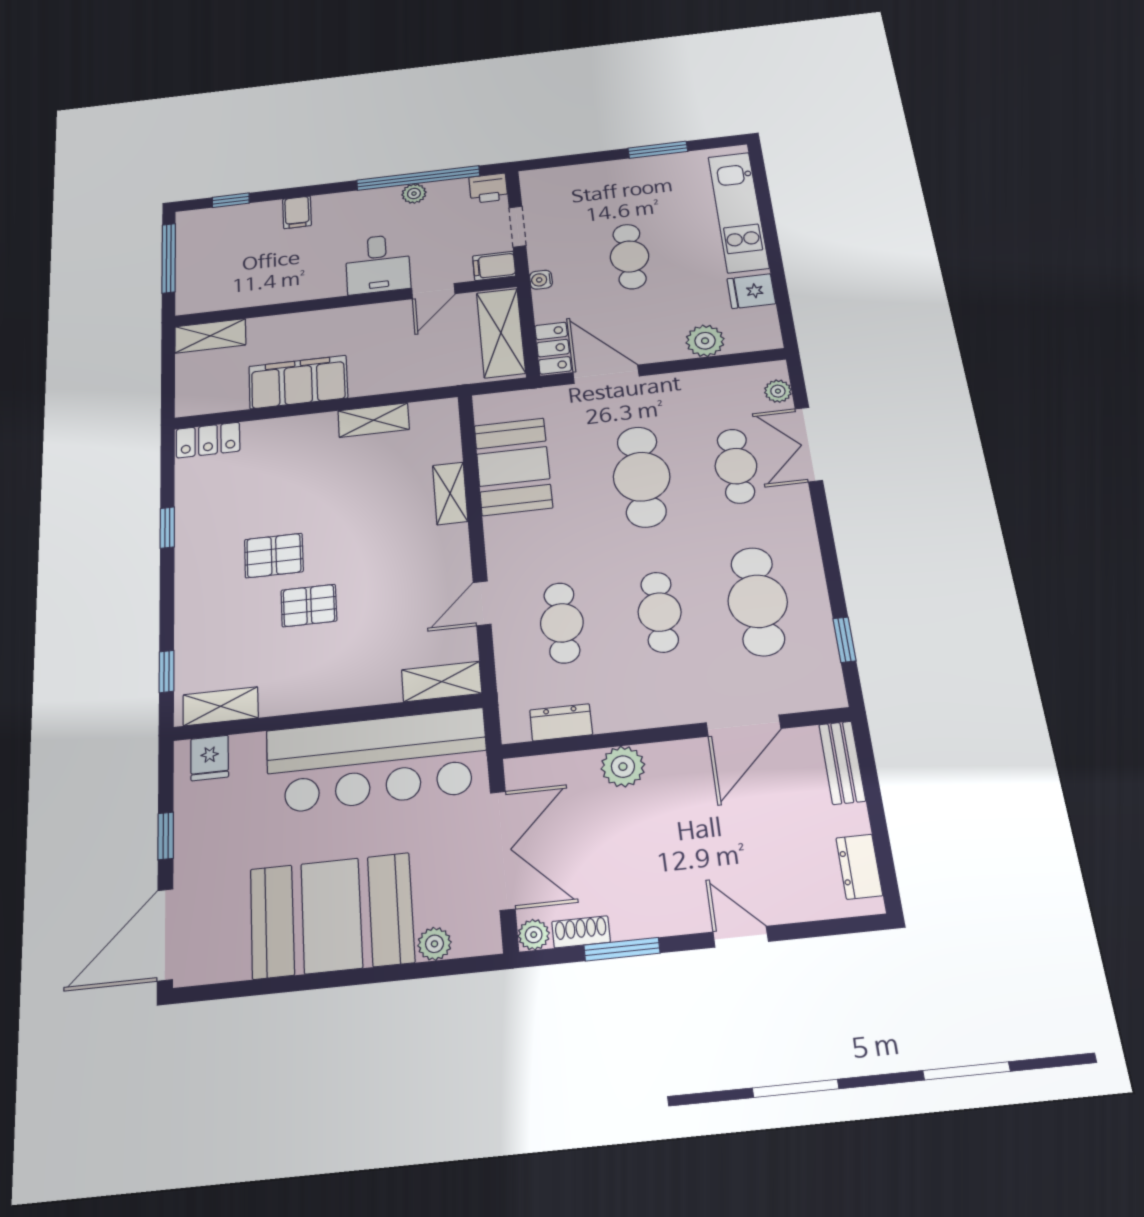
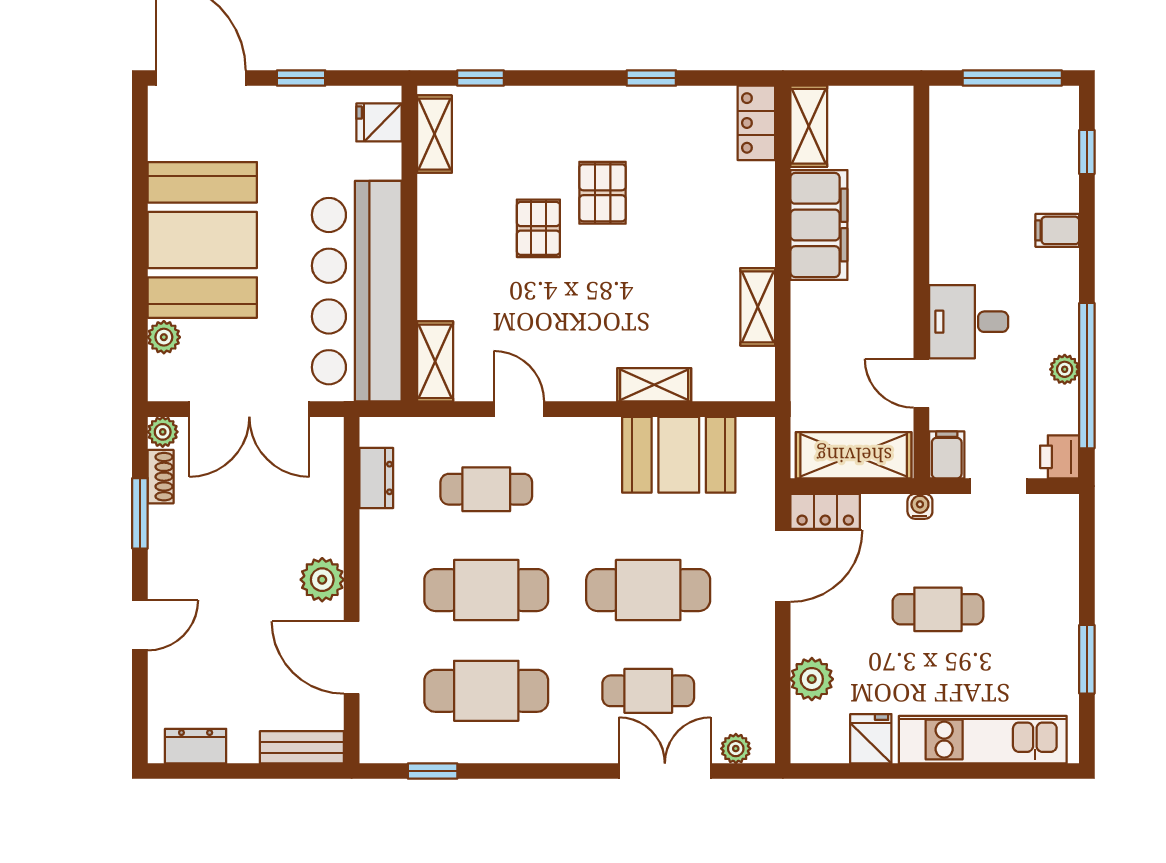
shelving: (210, 336) -> (809, 126), moved
cafe table: (660, 612) -> (486, 590), width x1.37, depth x1.35
plant: (623, 767) -> (322, 580), moved

